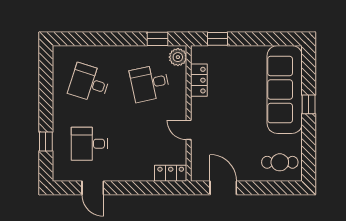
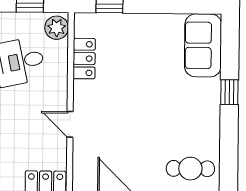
sofa: (285, 90) -> (203, 45), width x0.54, depth x0.79

